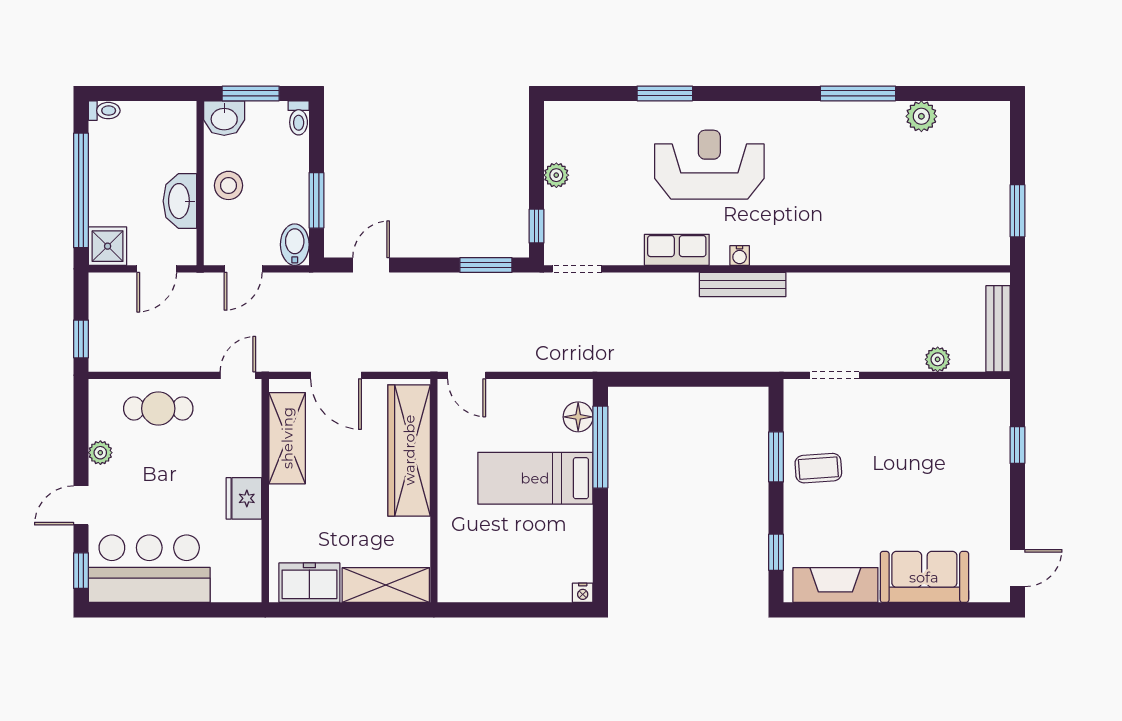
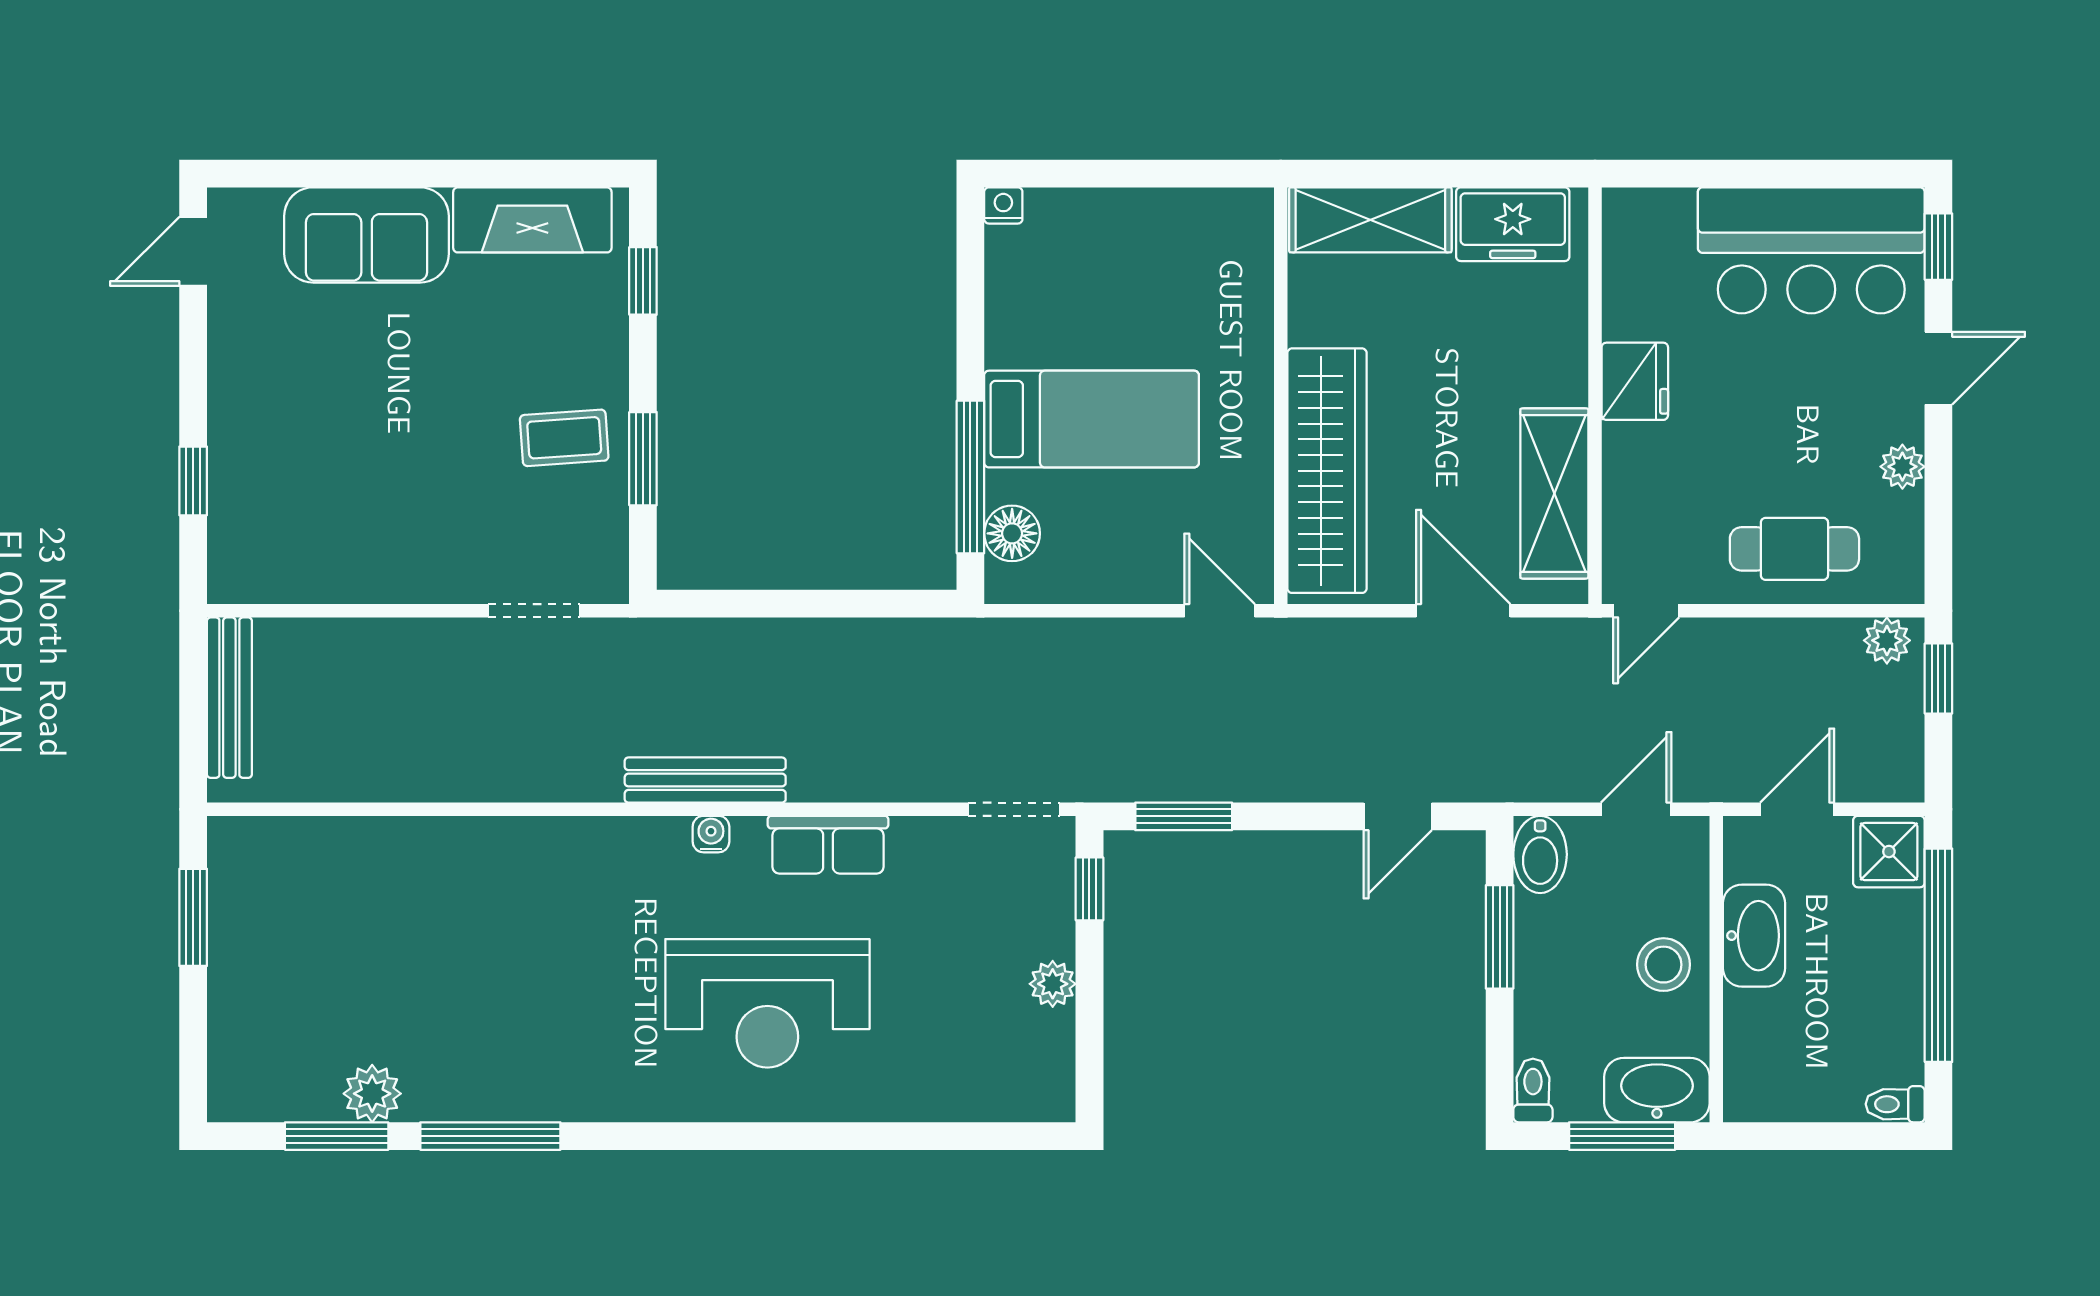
window: (665, 93) -> (337, 1136), moved
washbasin: (224, 118) -> (1657, 1090), width x1.38
plant: (938, 359) -> (1887, 640), moved

